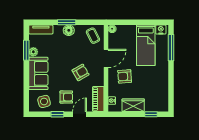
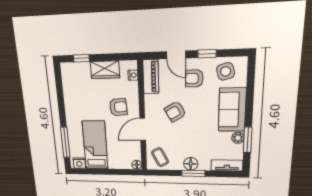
door: (79, 114) -> (176, 55), hinge flipped

